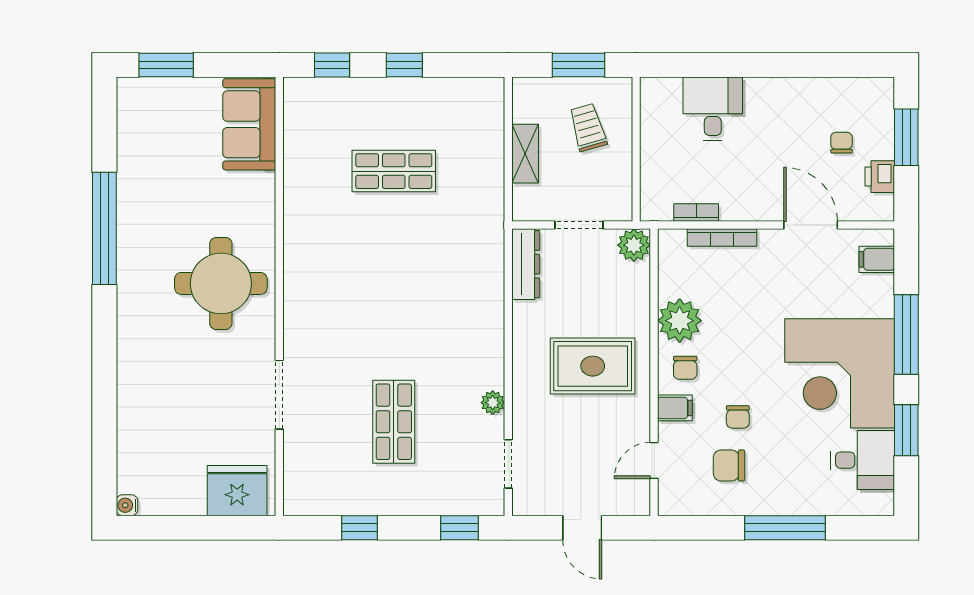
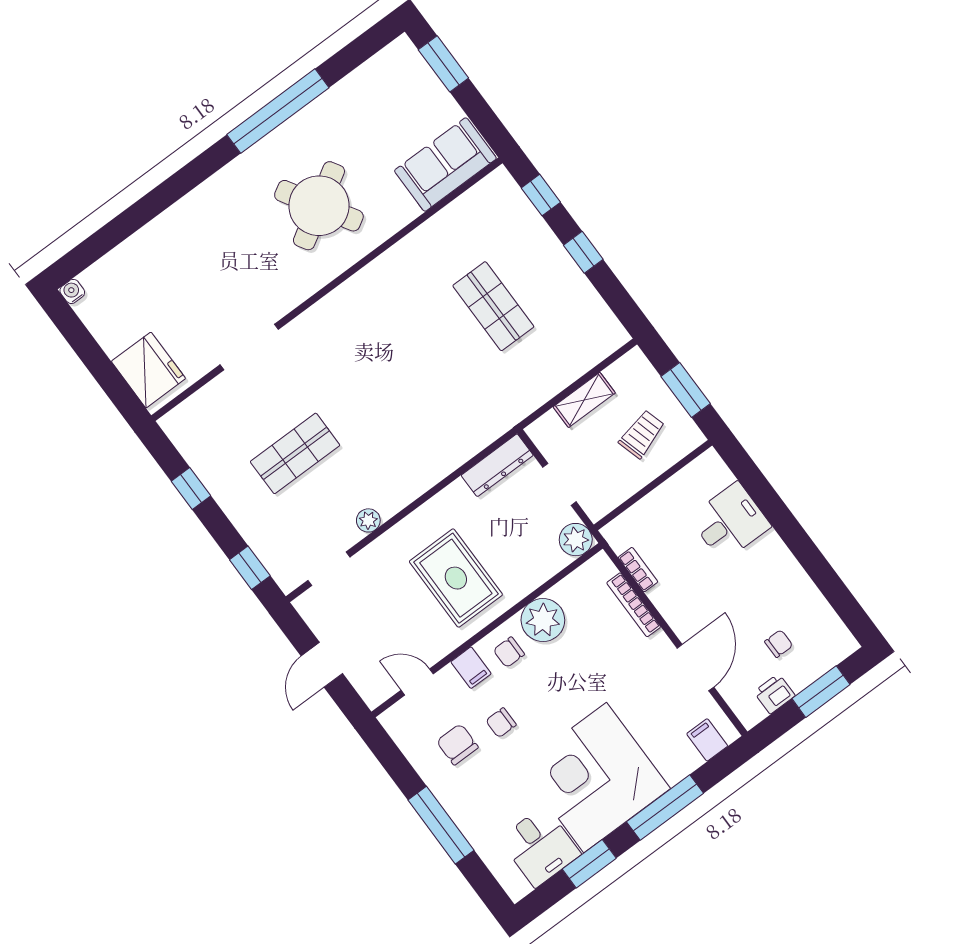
round table: (221, 283) -> (319, 206), moved, turned -31

